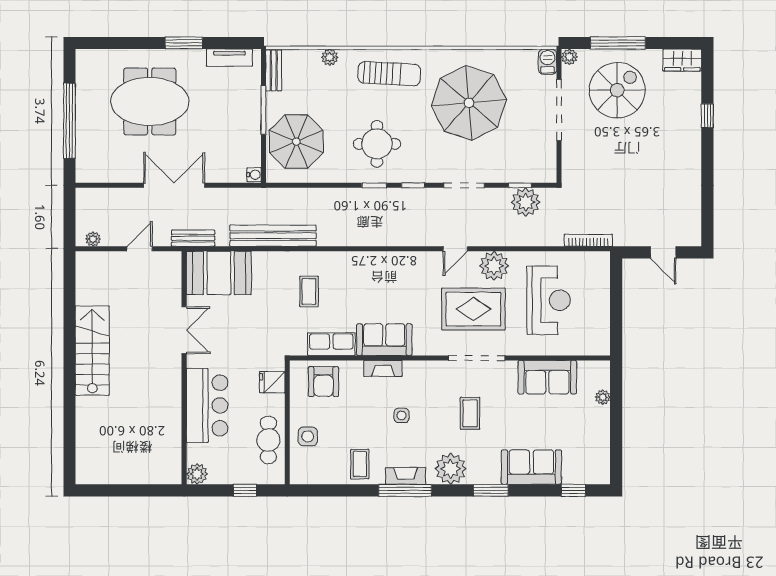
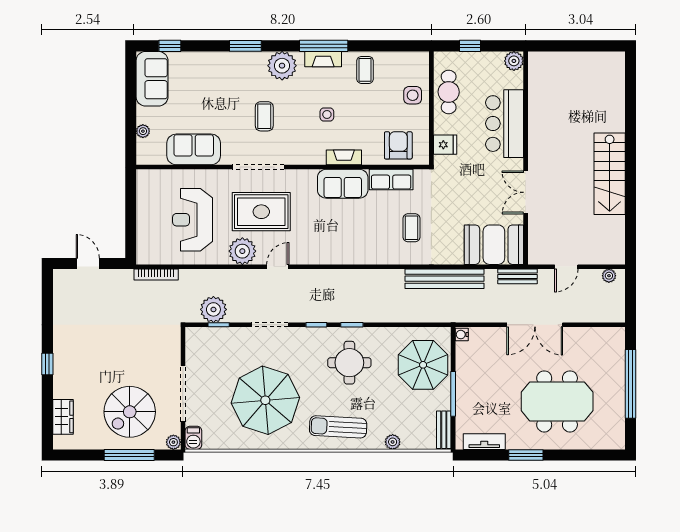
wardrobe: (682, 60) -> (63, 417), moved, turned 90
window: (707, 116) -> (47, 364), moved
sofa: (531, 467) -> (152, 79), moved, turned -90

